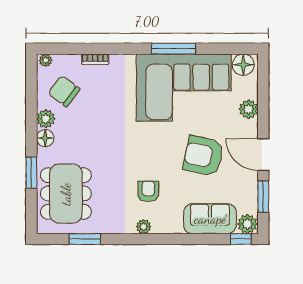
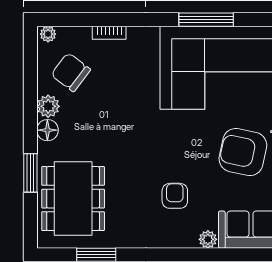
plant: (144, 227) -> (208, 239), moved

